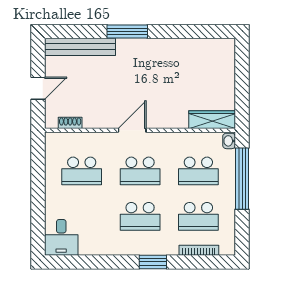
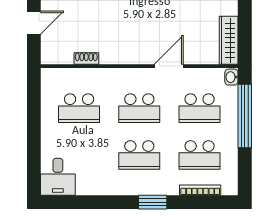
wardrobe: (212, 120) -> (229, 40), moved, turned -90
shoe rack: (70, 123) -> (86, 58), moved
door: (132, 130) -> (169, 66), moved

